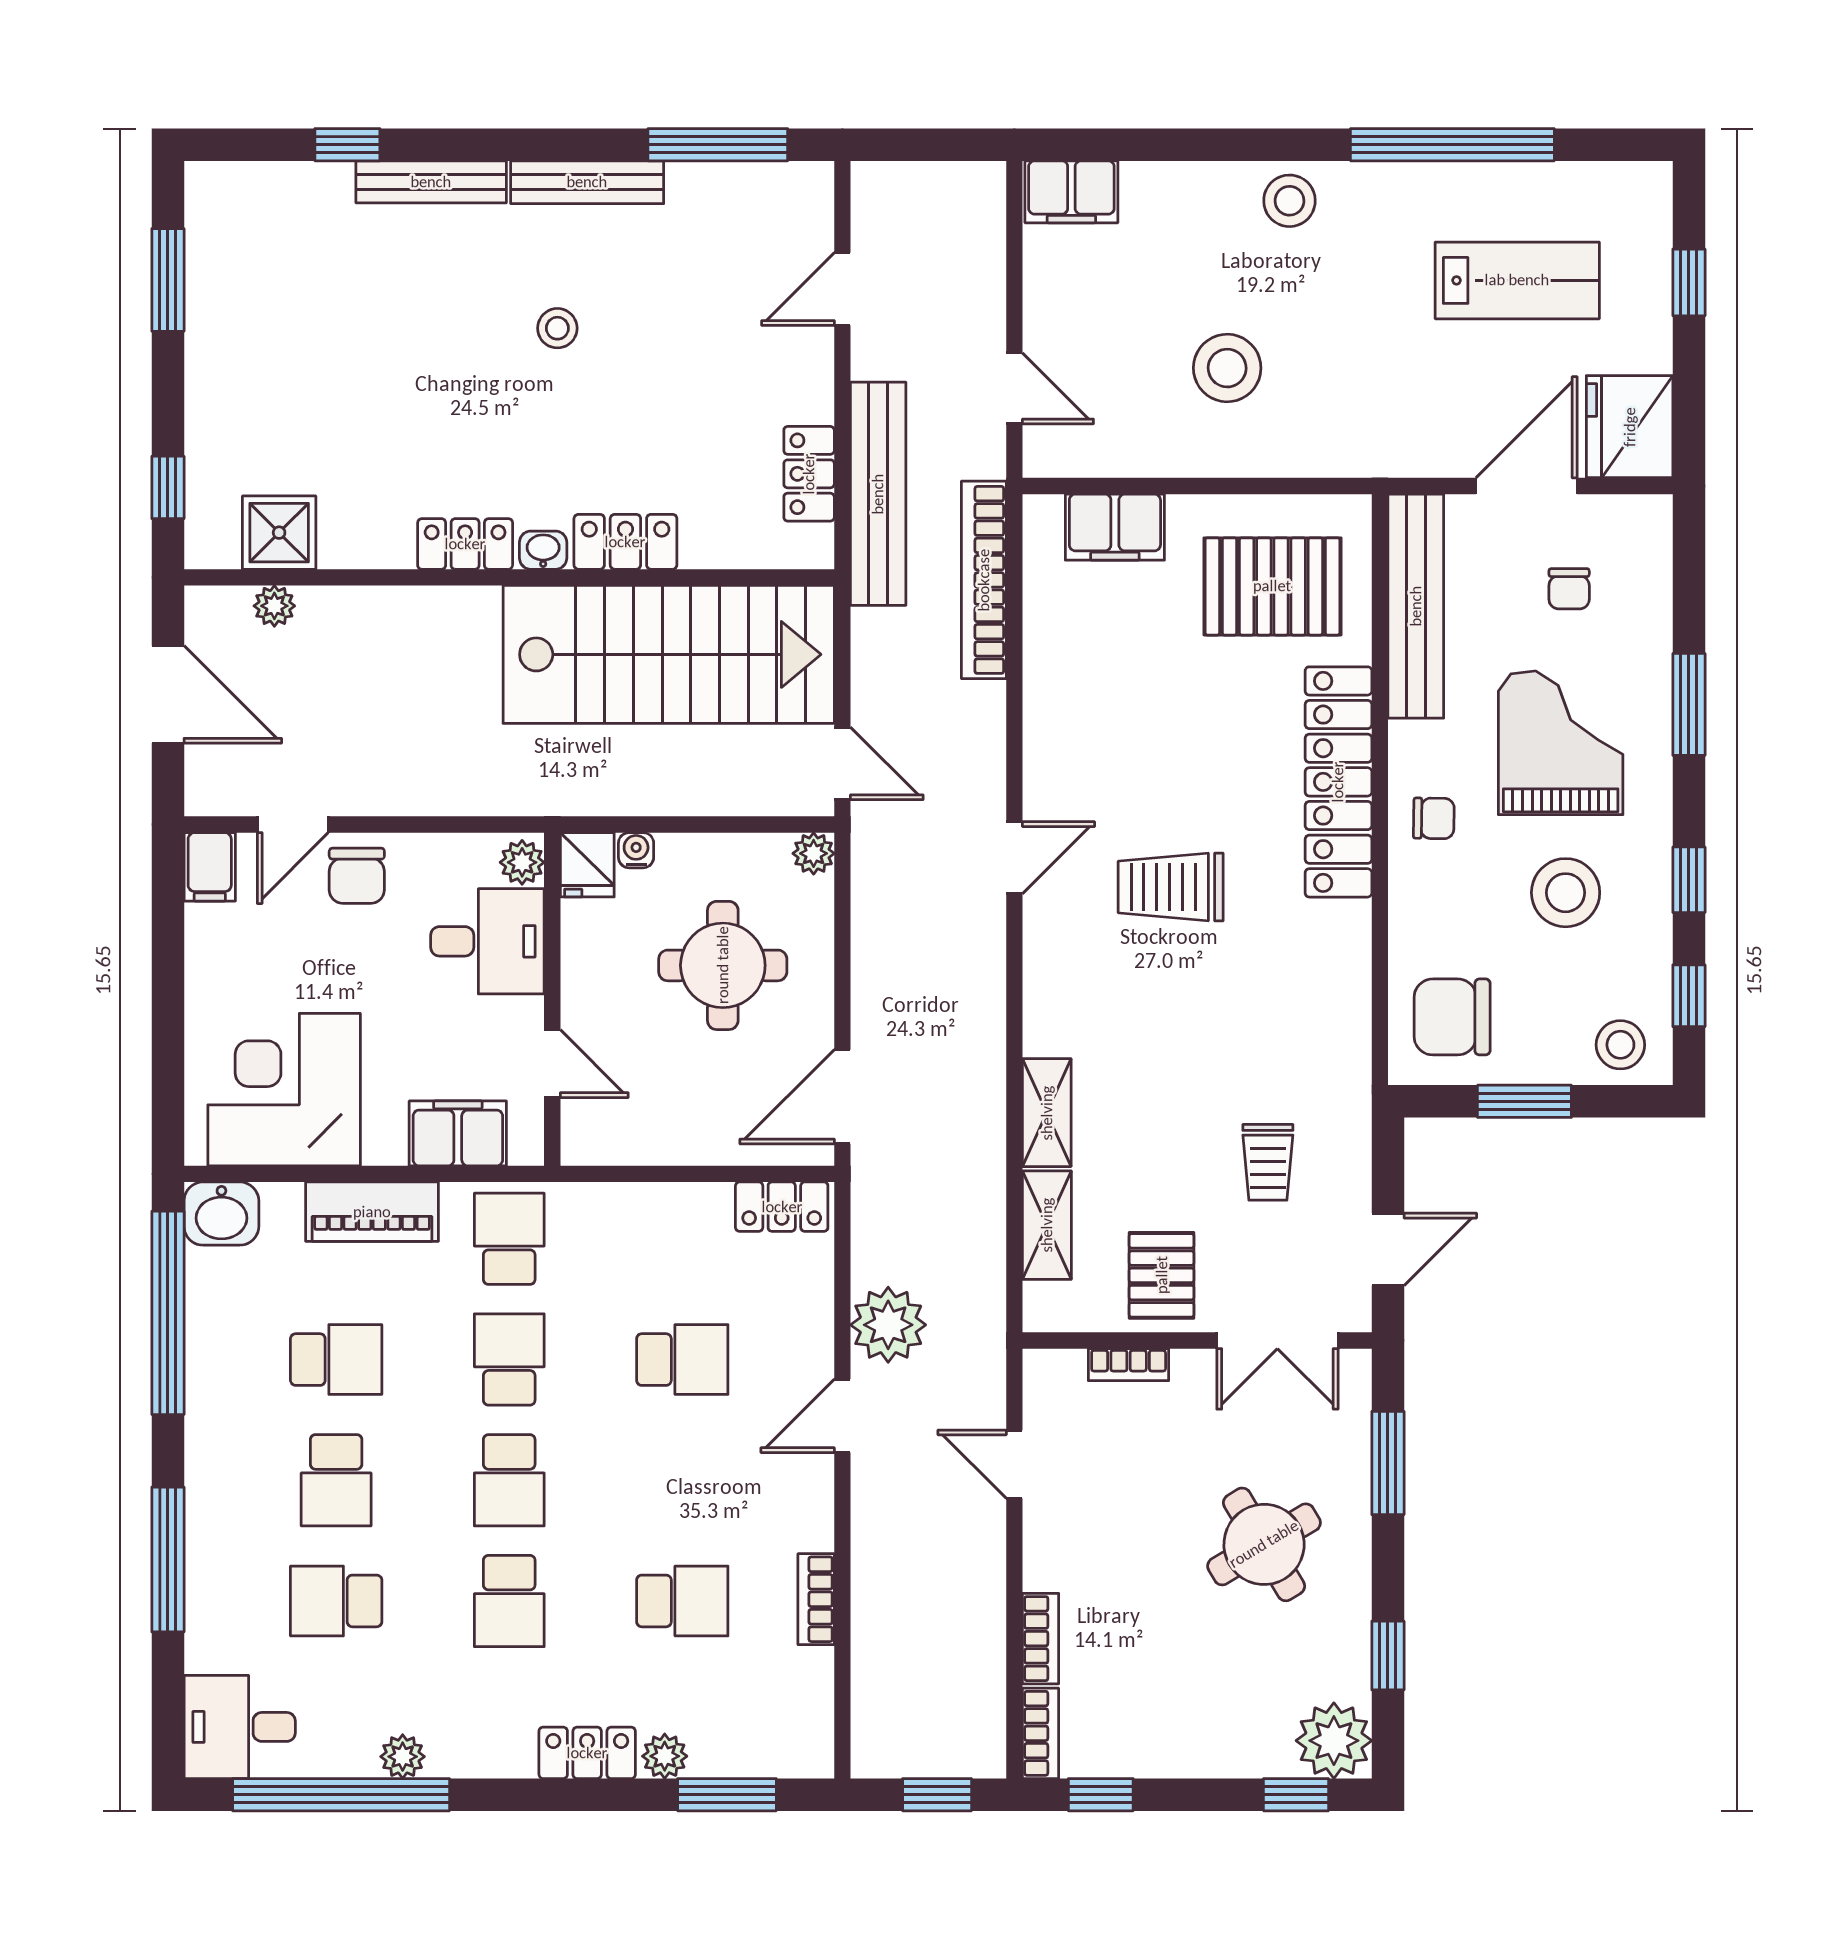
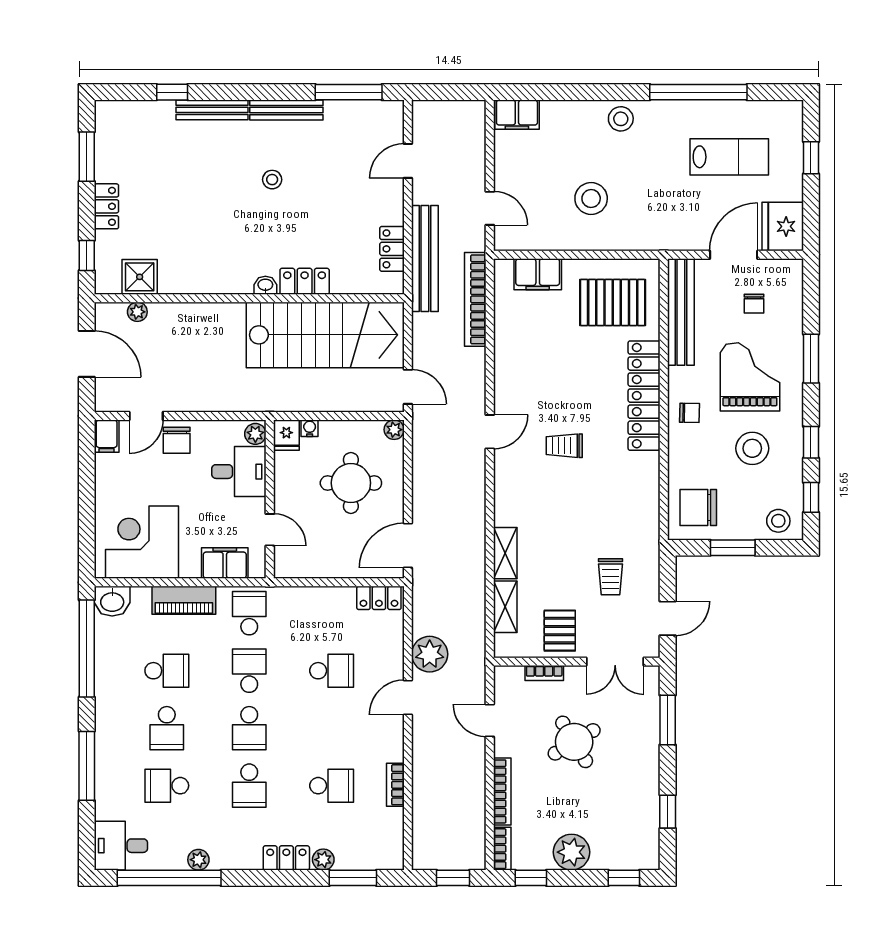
locker: (465, 544) -> (106, 206), moved, turned 90
trolley: (1171, 887) -> (564, 446), width x0.73, depth x0.72
round table: (1264, 1544) -> (574, 742), moved
bookcase: (1041, 1639) -> (502, 791), width x1.56
plant: (1334, 1741) -> (571, 852), moved

